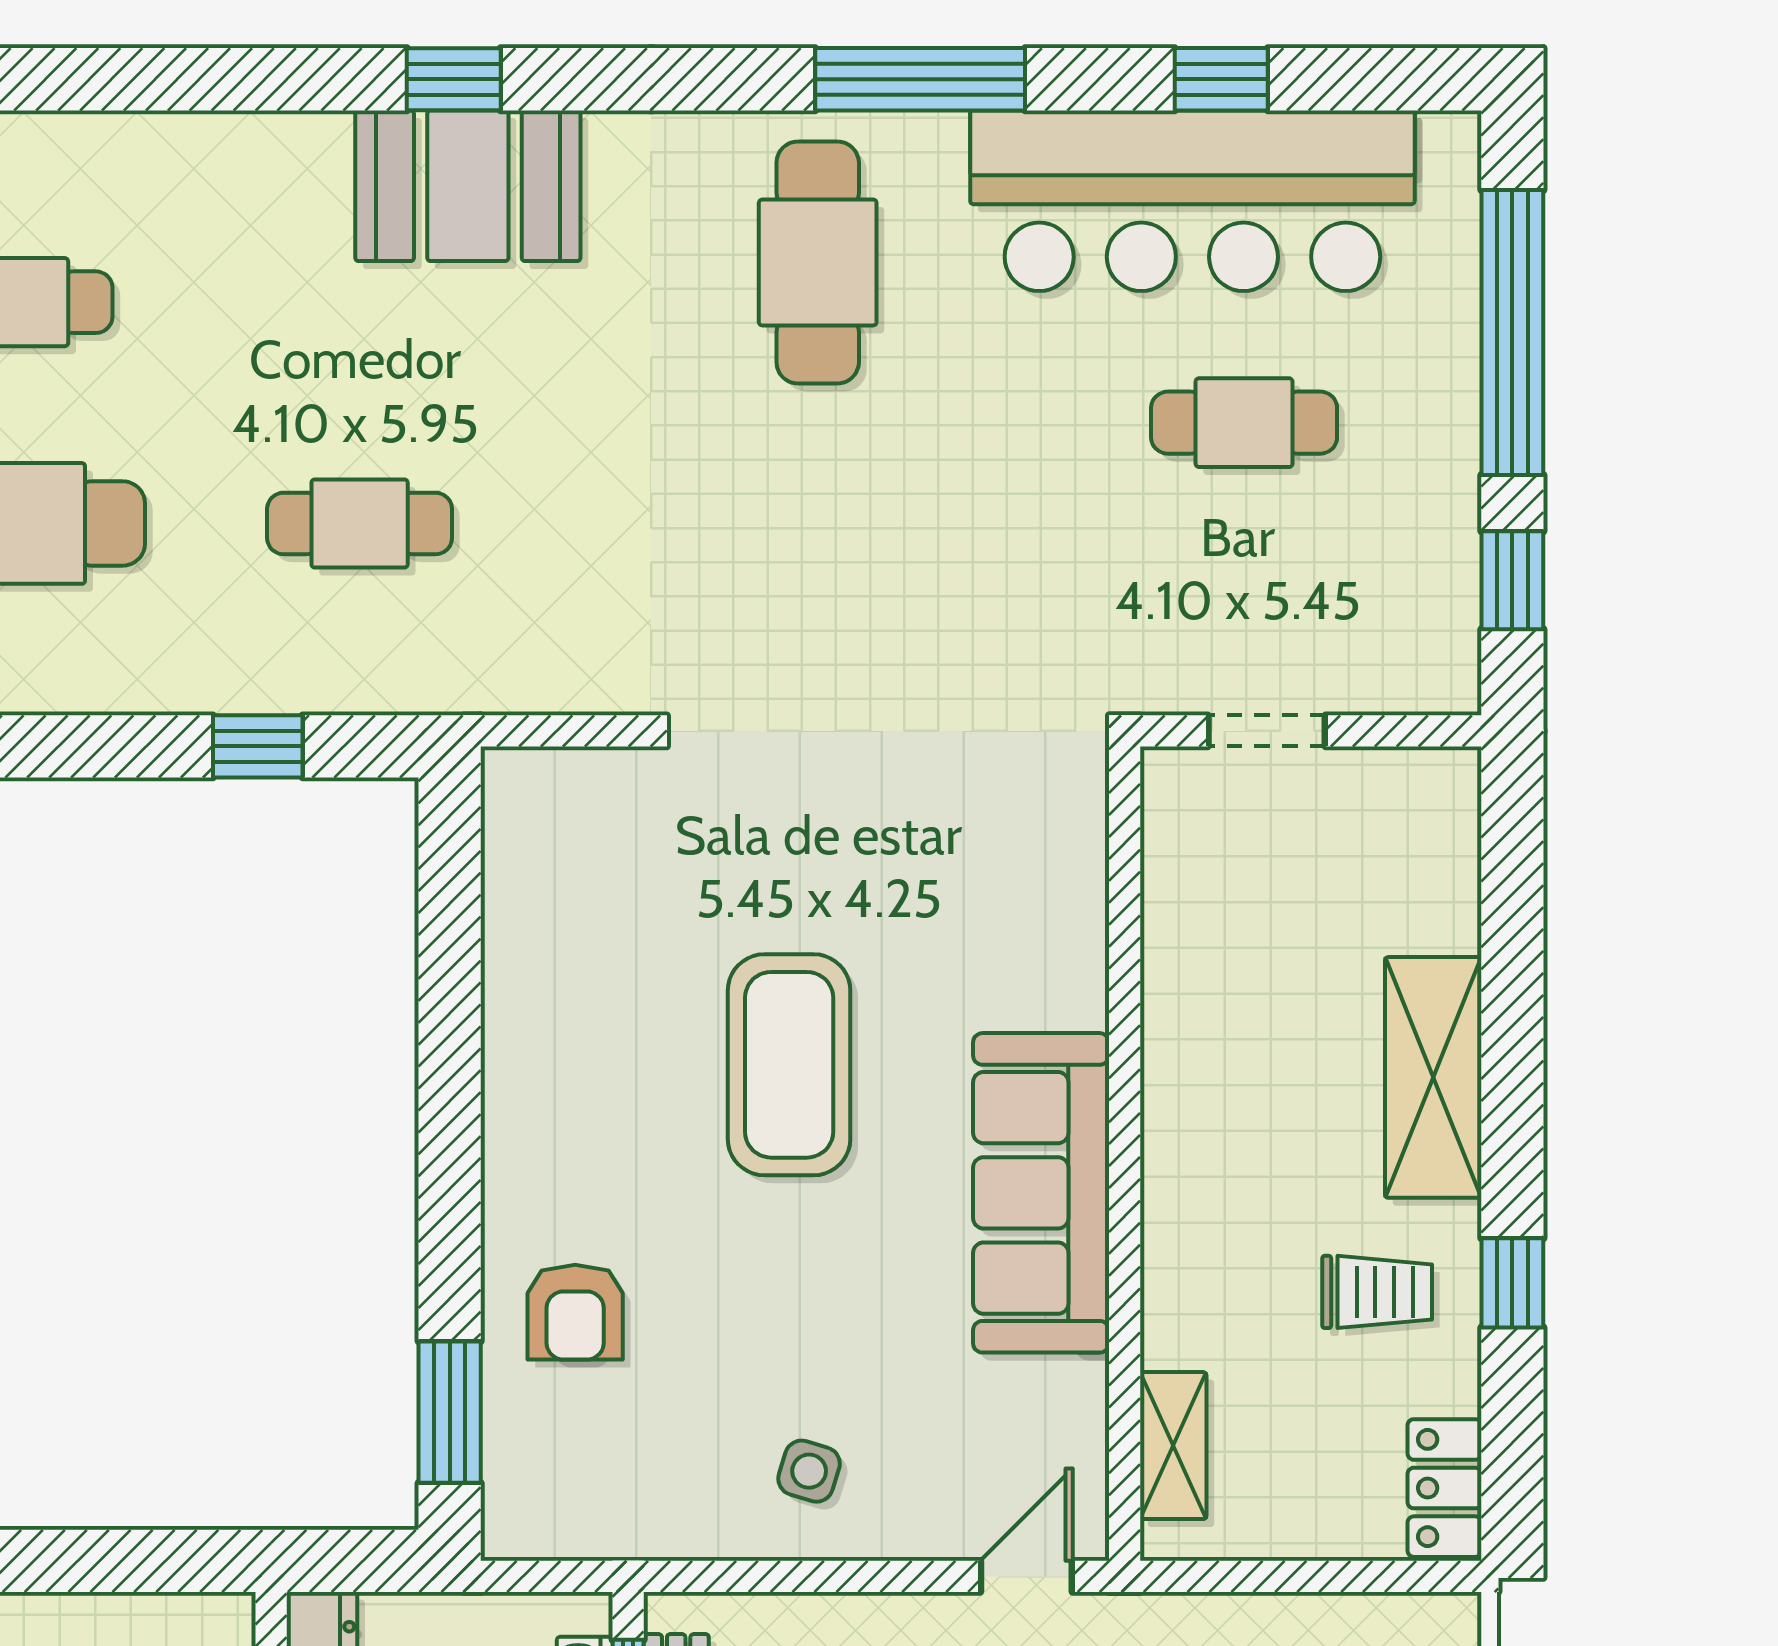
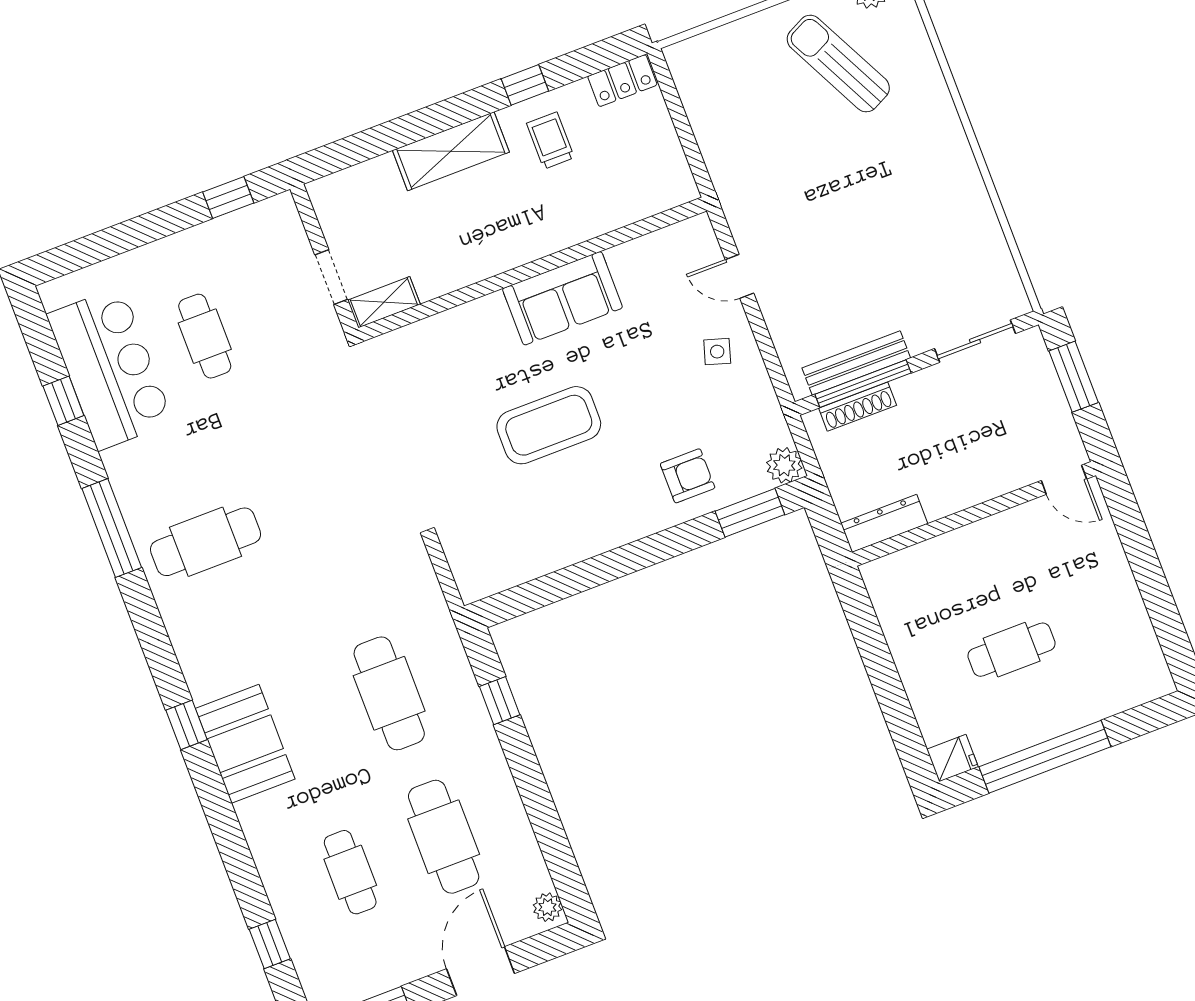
booth: (468, 186) -> (245, 744), moved
bar counter: (1192, 201) -> (110, 368), width x0.73
window: (1512, 332) -> (124, 237), removed
cafe table: (360, 523) -> (389, 693), width x1.37, depth x1.35
sofa: (1041, 1193) -> (562, 298), width x0.73
shelving: (1173, 1446) -> (384, 302), moved
plant: (521, 1521) -> (784, 465), added
door: (1026, 1576) -> (739, 276), moved

